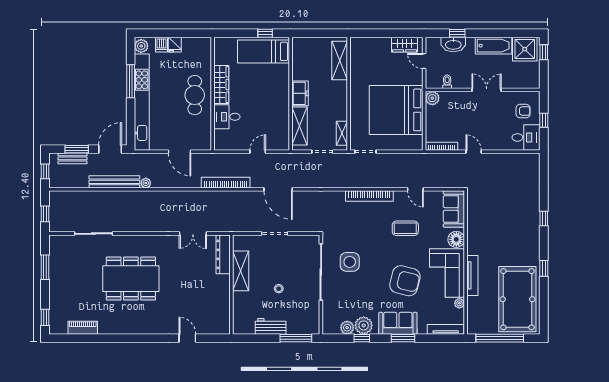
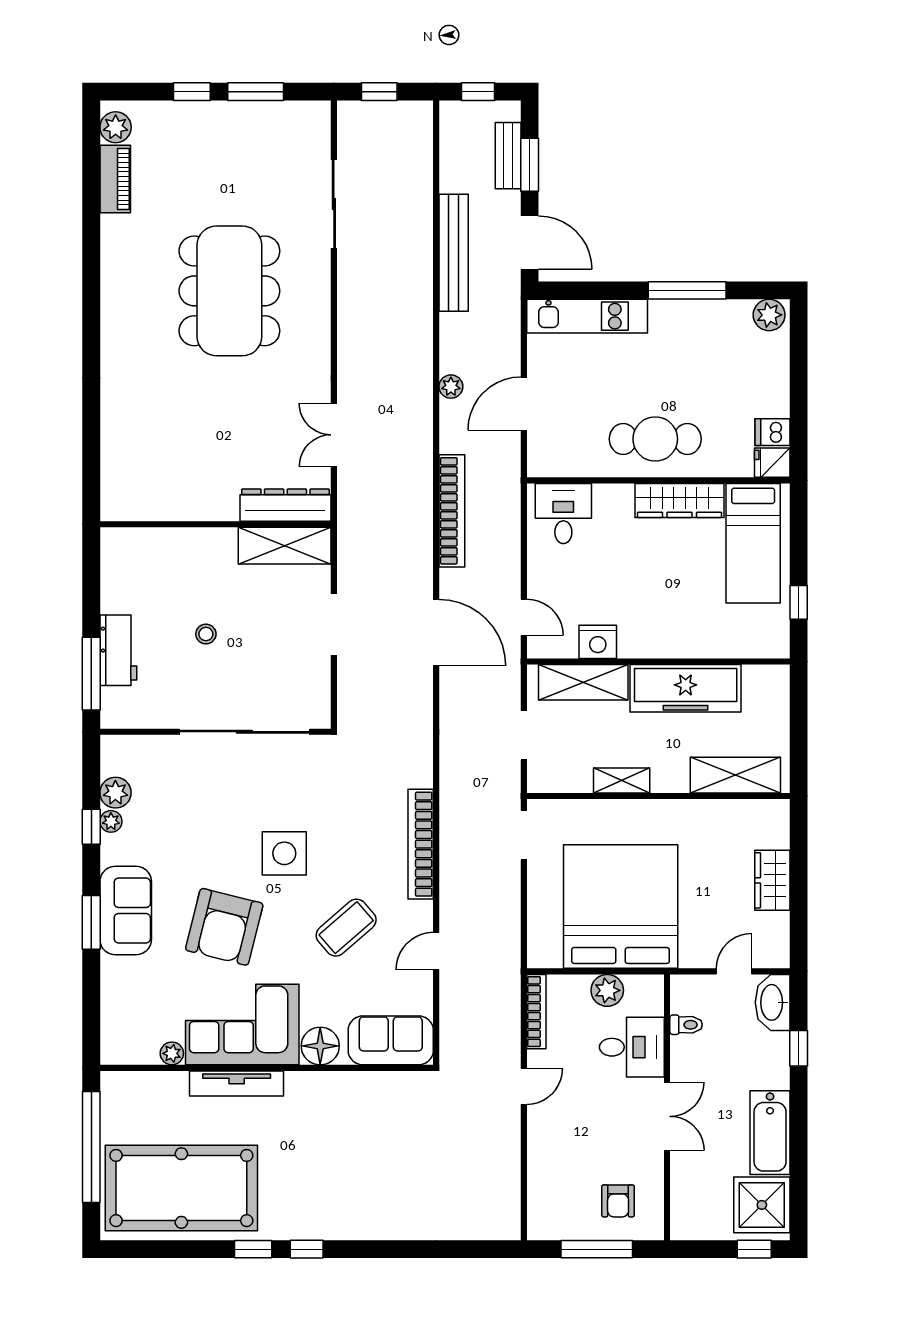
washbasin: (453, 44) -> (773, 1002), moved
dishwasher: (162, 45) -> (772, 432), moved
fridge: (175, 45) -> (772, 463), moved
wardrobe: (404, 45) -> (772, 880), moved
bed: (264, 51) -> (753, 543), moved, turned 180
freezer: (300, 93) -> (686, 688), width x1.91, depth x1.26
plant: (432, 98) -> (607, 990), moved
kitchen unit: (142, 102) -> (587, 316), width x0.54
desk: (227, 117) -> (563, 513), moved
nightstand: (282, 120) -> (598, 642), added
window: (544, 120) -> (597, 1249), width x2.17
shelving: (342, 133) -> (622, 781), moved
desk: (526, 137) -> (632, 1047), moved, turned -90
door: (258, 152) -> (524, 617), moved
plant: (146, 183) -> (451, 387), moved
door: (278, 189) -> (436, 633), swing flipped
window: (544, 219) -> (307, 1249), moved
coffee table: (405, 228) -> (346, 928), turned 49
side table: (350, 262) -> (284, 853), moved
shelving: (241, 271) -> (285, 546), moved
window: (45, 317) -> (192, 92), moved
plant: (364, 325) -> (111, 821), width x0.53, depth x0.53
workbench: (271, 326) -> (118, 650), moved
plant: (60, 328) -> (116, 127), added
tv unit: (446, 329) -> (112, 1021), removed
door: (187, 338) -> (91, 422), removed

